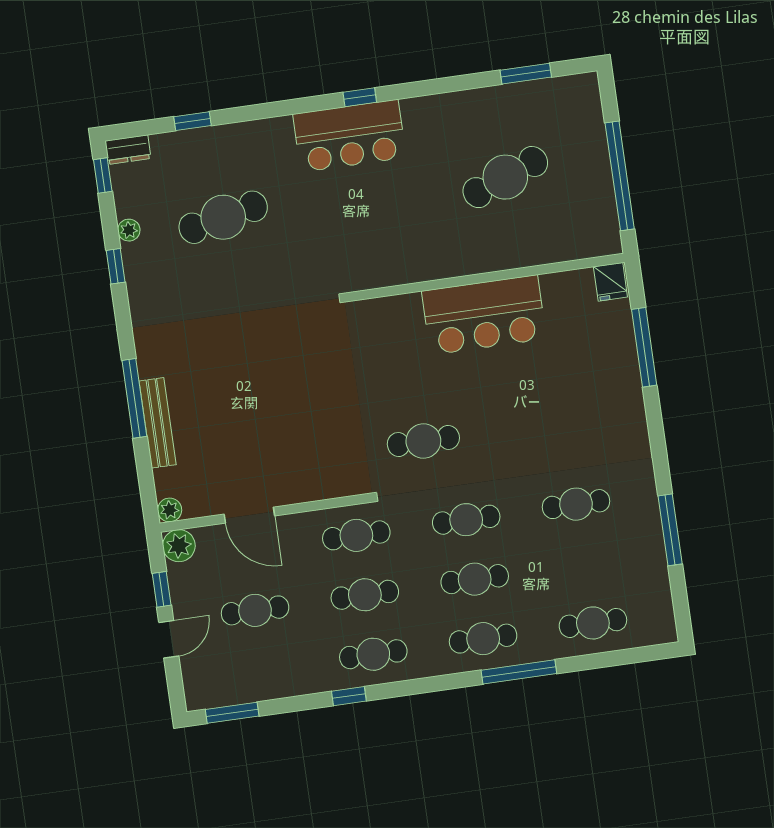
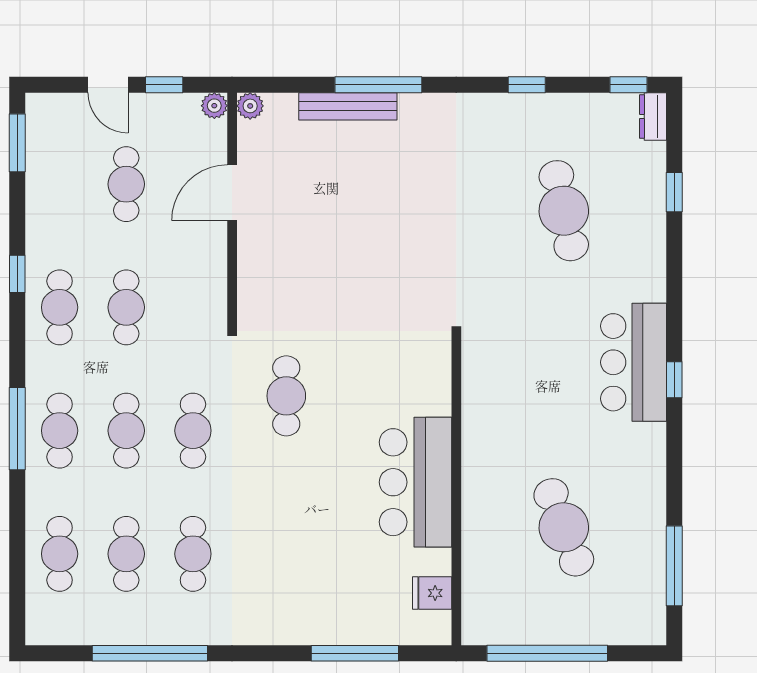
window: (526, 74) -> (674, 566), width x1.44
plant: (129, 230) -> (564, 105), removed
fridge: (610, 282) -> (432, 593), moved
window: (670, 530) -> (150, 653), width x1.46
cafe table: (356, 535) -> (126, 554), moved
plant: (179, 546) -> (214, 106), width x0.73, depth x0.73
window: (519, 672) -> (17, 429), moved

